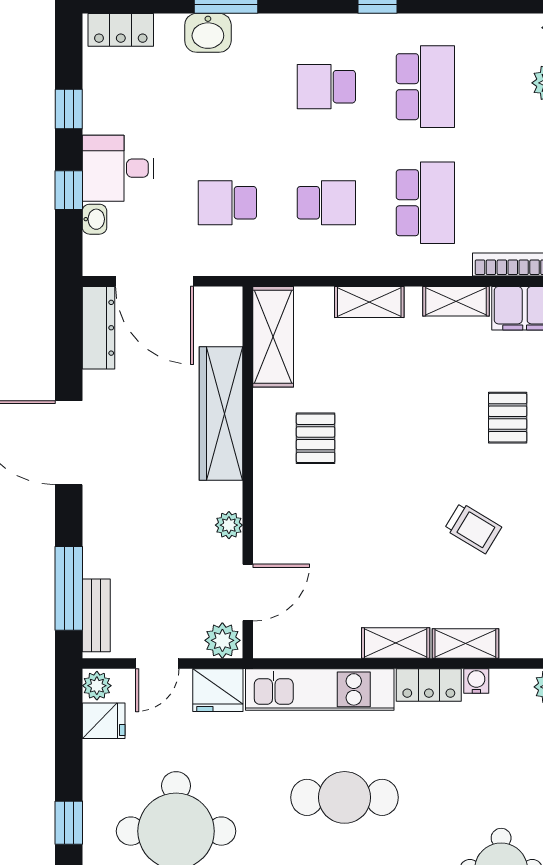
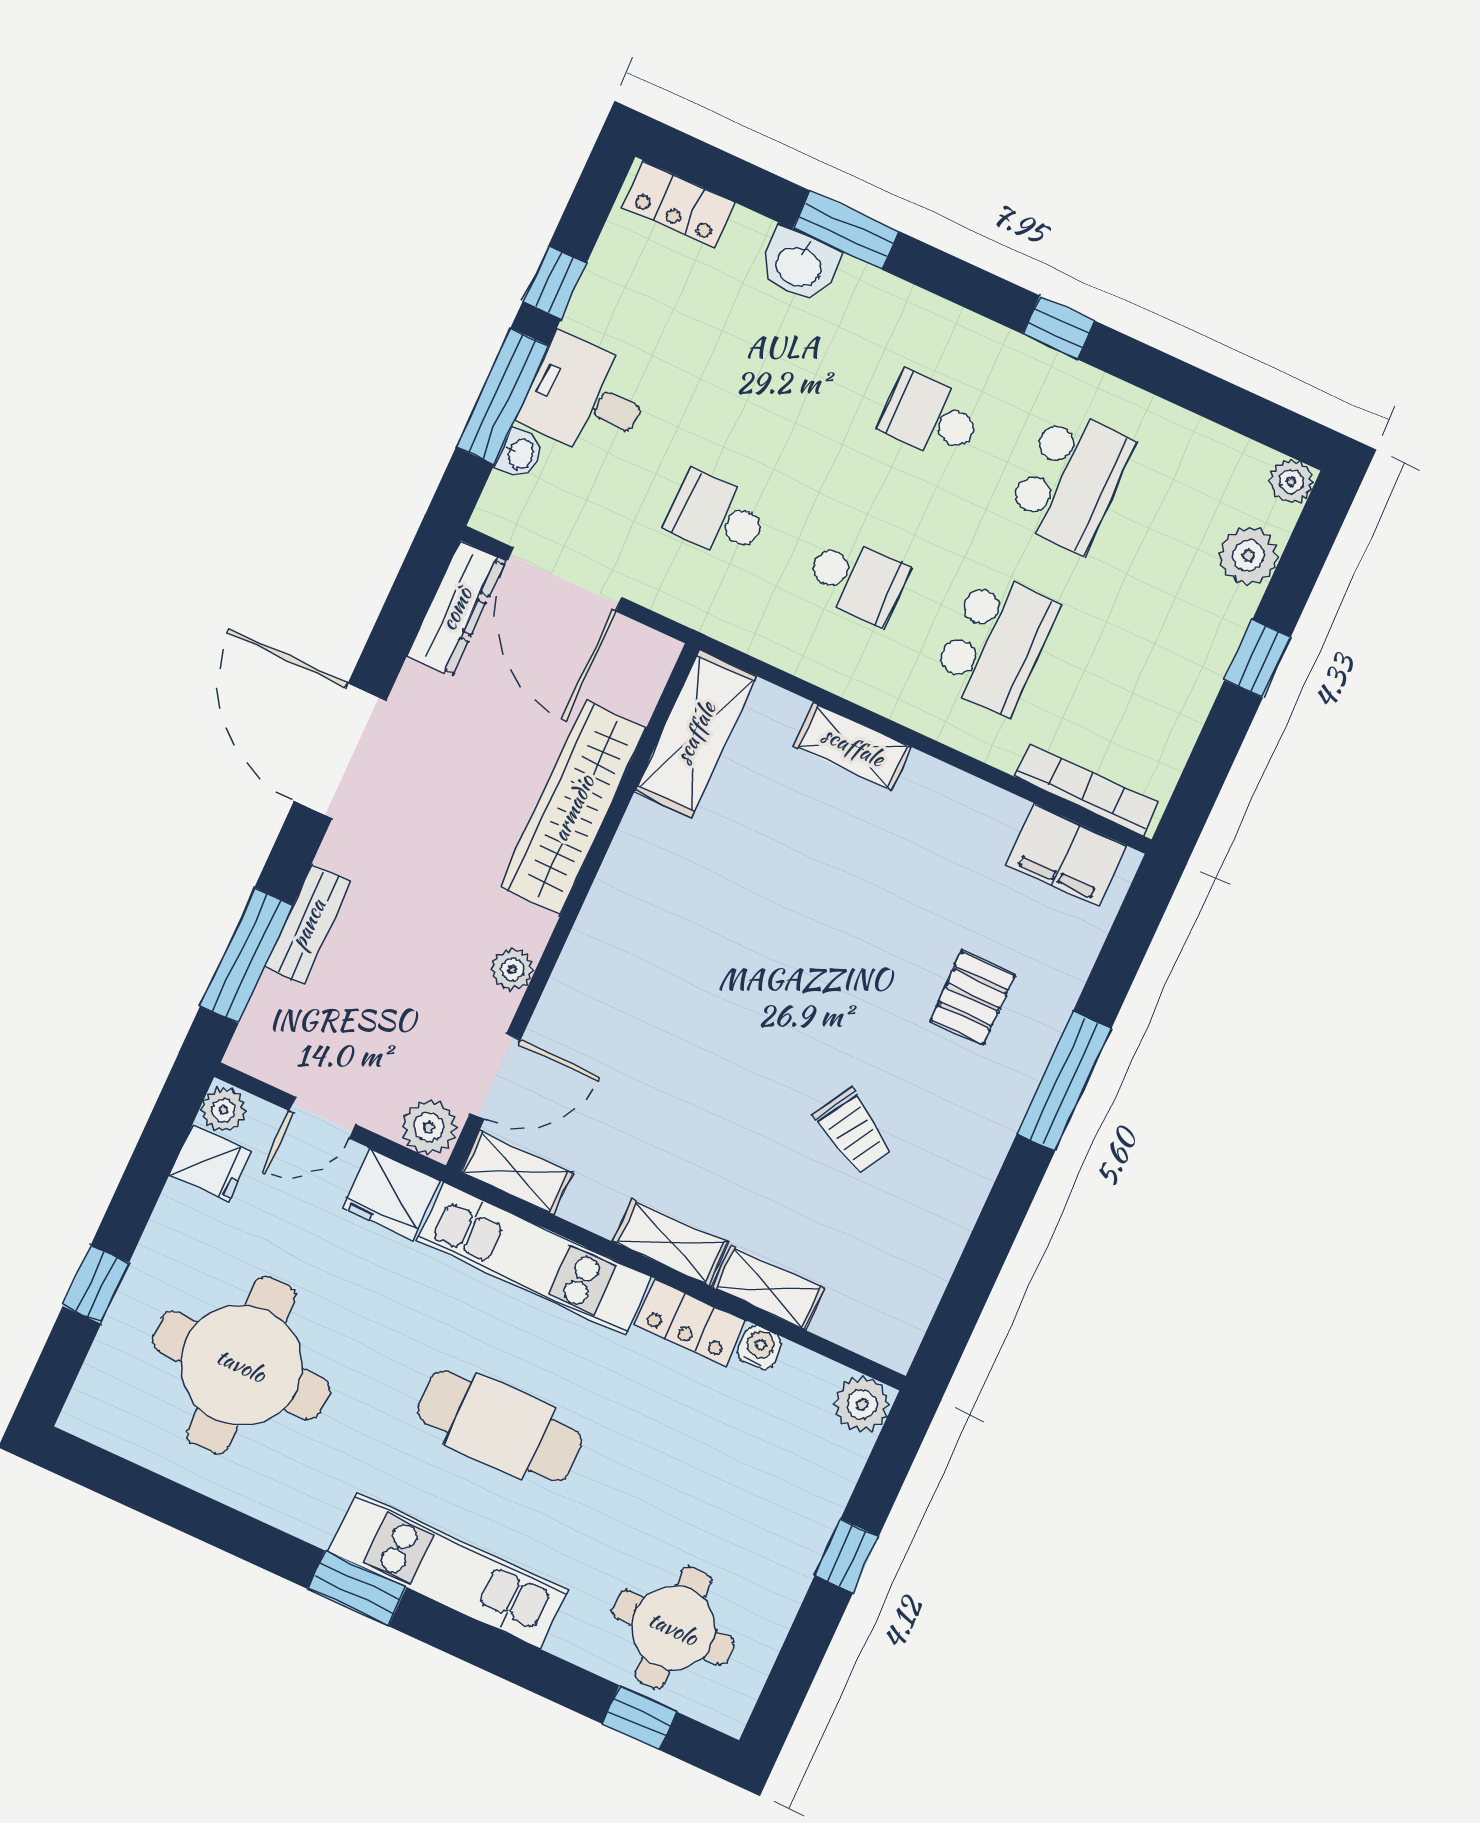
window: (69, 190) -> (502, 396), width x2.17
shelving: (456, 301) -> (516, 1172), moved
pallet: (316, 438) -> (690, 903), removed
bench: (96, 615) -> (308, 924), moved

